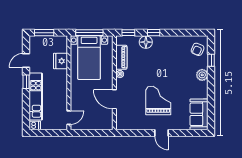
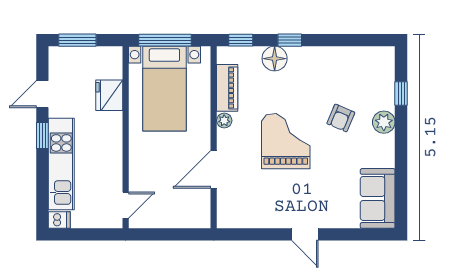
armchair: (198, 49) -> (341, 118), moved
door: (114, 99) -> (214, 169), hinge flipped
grand piano: (158, 100) -> (286, 141), moved

